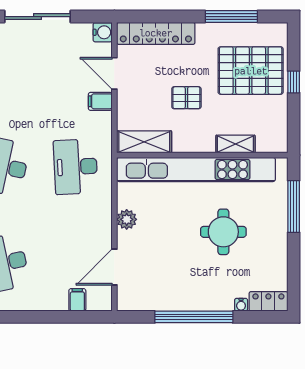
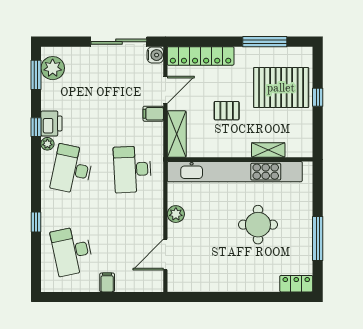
sliding door: (38, 17) -> (119, 42), moved
door: (114, 73) -> (165, 90), swing flipped
shelving: (144, 142) -> (177, 134), moved, turned 90
window: (294, 207) -> (318, 239), moved
filing cabinet: (77, 300) -> (107, 282), moved
water cooler: (241, 305) -> (273, 287), removed
window: (194, 317) -> (233, 297), removed

